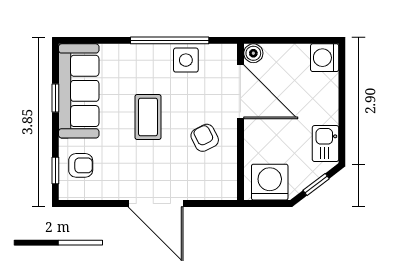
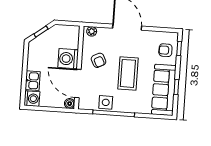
coffee table: (148, 117) -> (128, 73), width x1.36, depth x1.32
kitchen sink: (326, 144) -> (33, 81), moved
washing machine: (270, 182) -> (68, 59), moved, turned 90
plant: (221, 191) -> (92, 31), added

